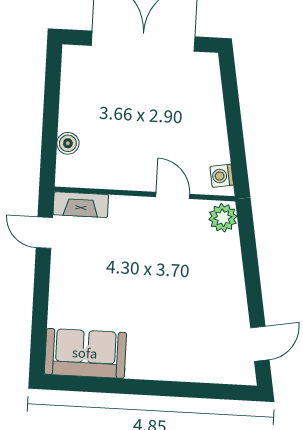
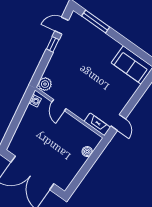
window: (255, 299) -> (53, 44), added
window: (202, 390) -> (96, 22), added

